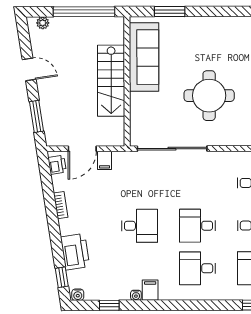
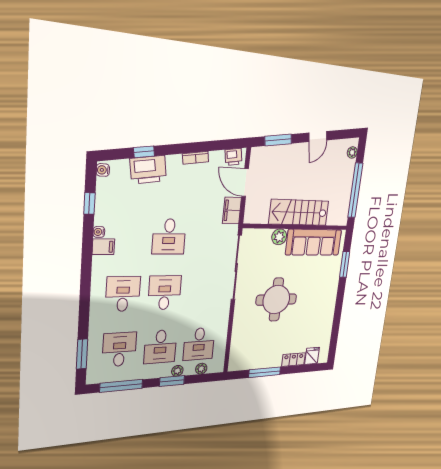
plant: (138, 101) -> (279, 237), added
filing cabinet: (104, 160) -> (232, 210), width x2.00
window: (62, 277) -> (144, 152), moved

